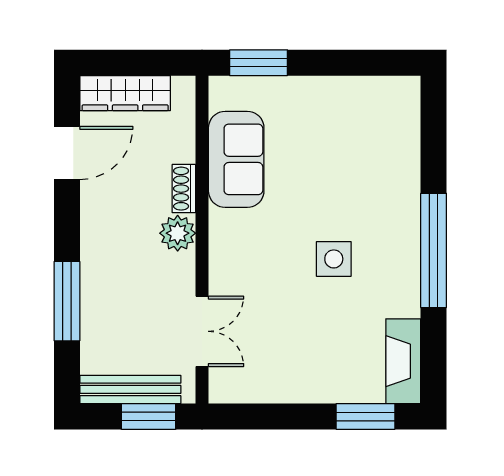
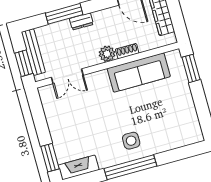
sofa: (236, 159) -> (139, 72), width x1.36
side table: (334, 259) -> (131, 141), moved
dresser: (93, 269) -> (81, 21), added

